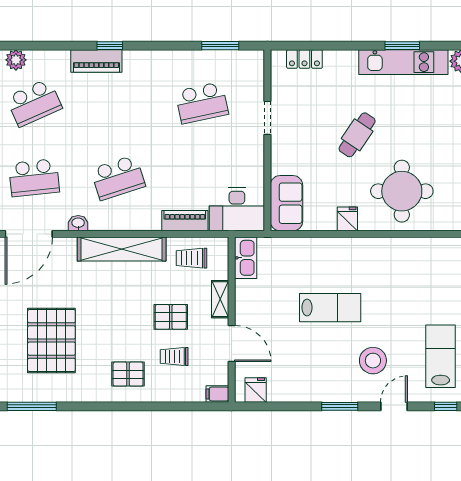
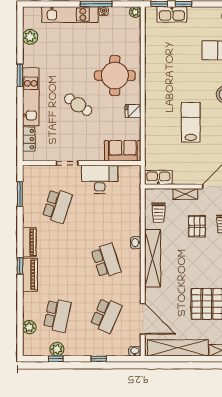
kitchen unit: (403, 62) -> (31, 97), moved
school desk: (34, 103) -> (57, 315), turned 36
school desk: (202, 103) -> (57, 206), turned 30
school desk: (34, 178) -> (106, 315), turned 30
desk: (237, 209) -> (100, 179), moved, turned -90
piano: (185, 221) -> (29, 242), moved, turned 180
washbasin: (78, 223) -> (136, 243), moved

